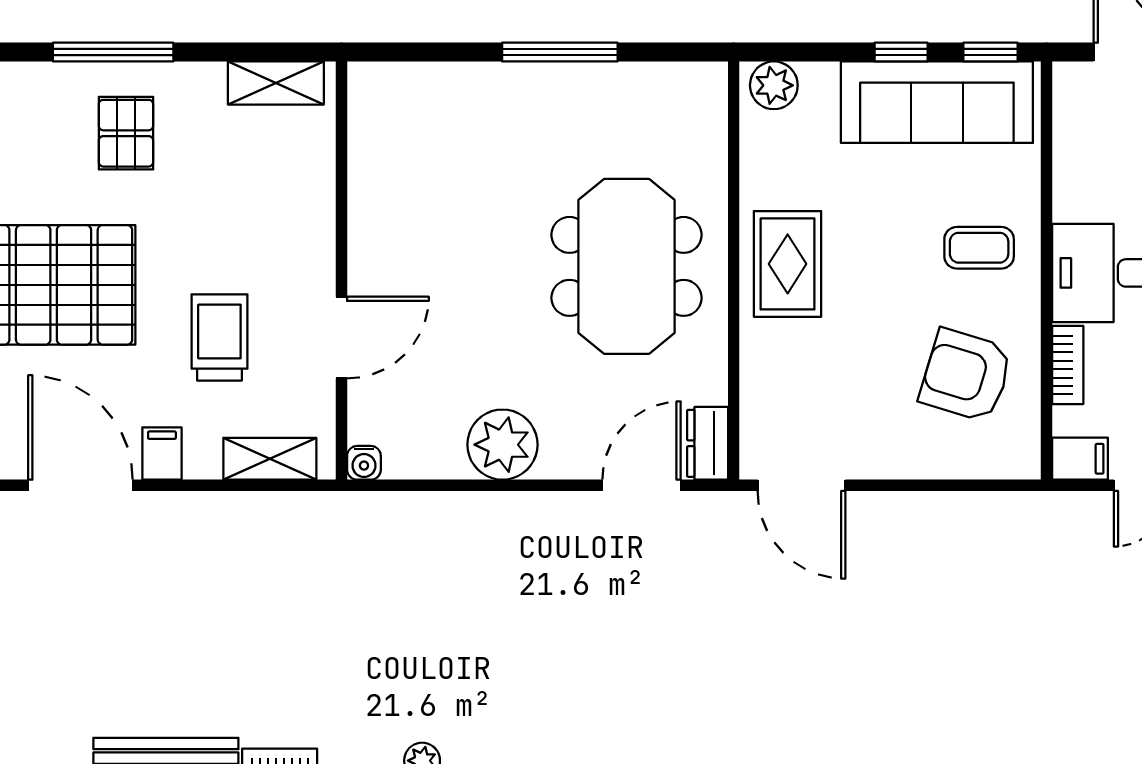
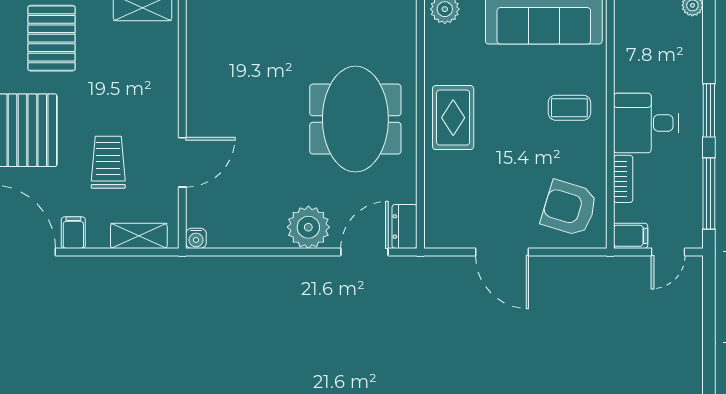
pallet: (126, 133) -> (52, 38), width x1.50, depth x1.42
armchair: (966, 375) -> (569, 208), moved
plant: (502, 445) -> (308, 227), moved
door: (801, 485) -> (502, 252), moved

